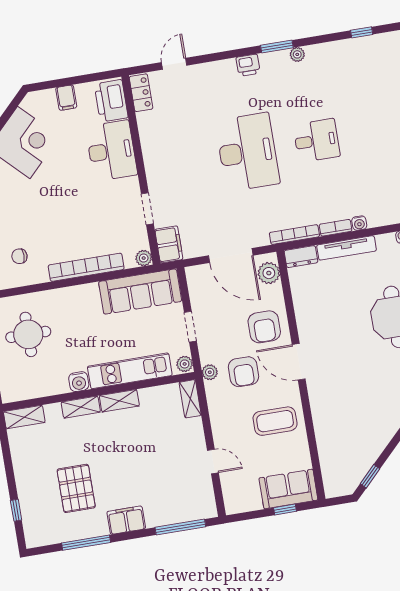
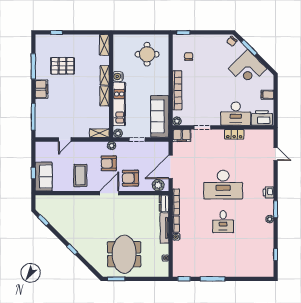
locker: (141, 93) -> (234, 134), moved

